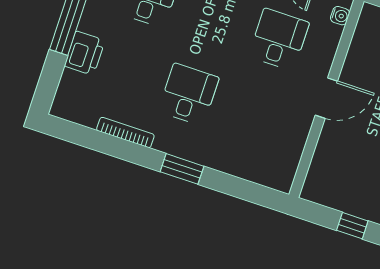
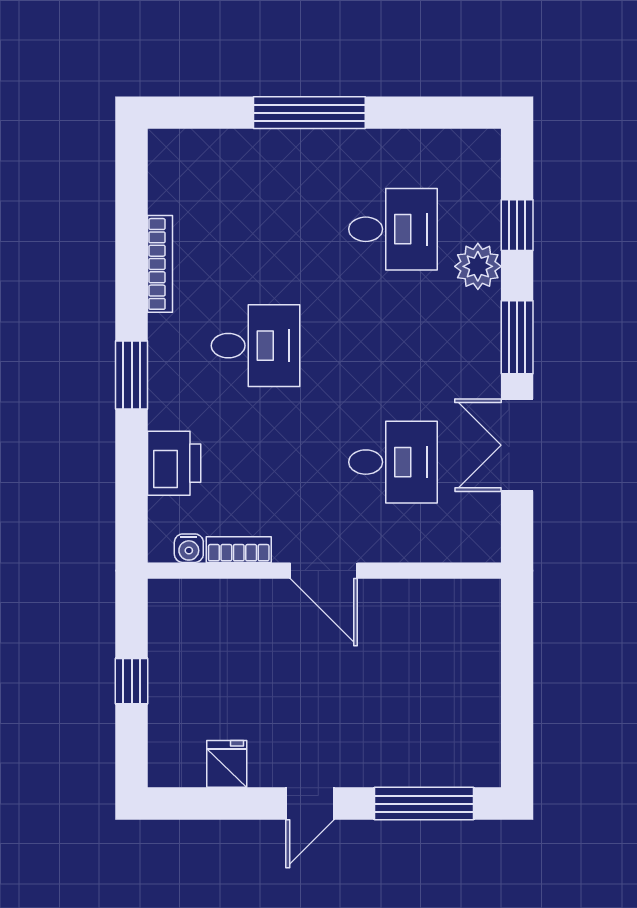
water cooler: (340, 16) -> (189, 548), moved
printer: (85, 53) -> (174, 463), moved, turned -90
bookcase: (299, 142) -> (239, 550), added

